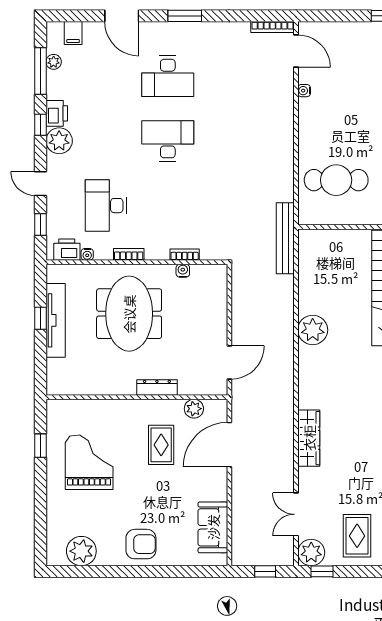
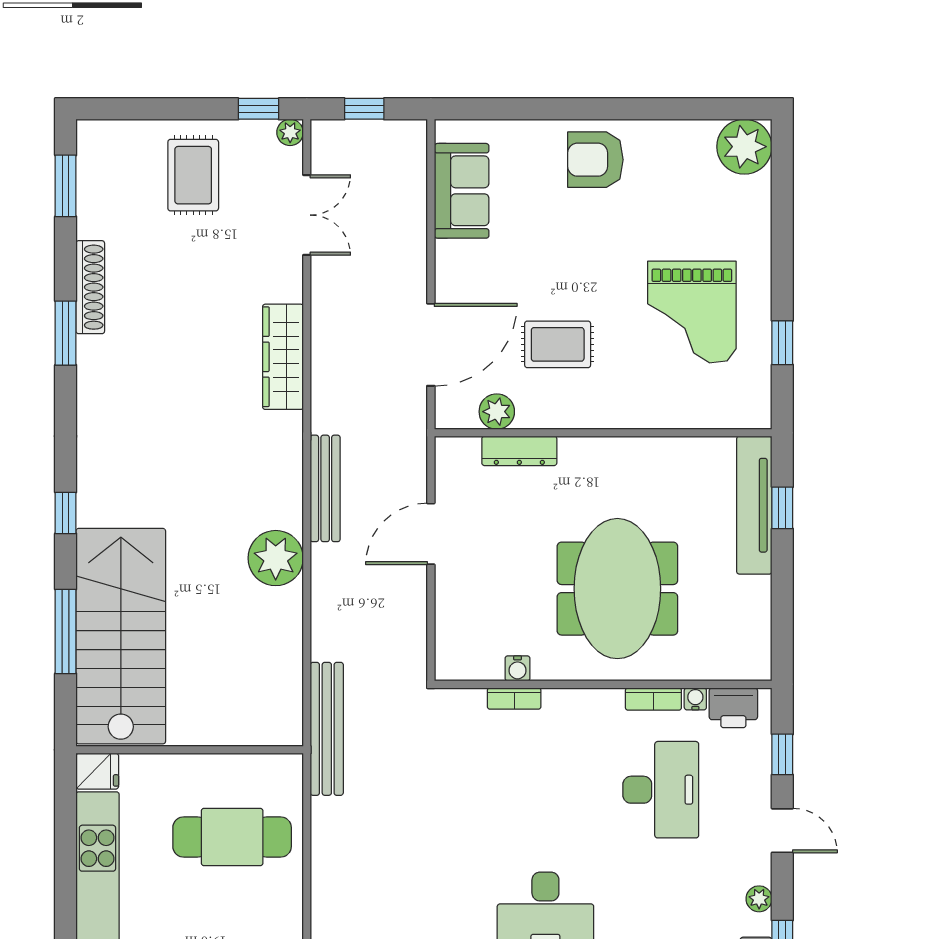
plant: (59, 141) -> (759, 899), width x0.53, depth x0.53
bookcase: (129, 254) -> (653, 699), moved
window: (40, 318) -> (782, 508), moved
tv unit: (56, 320) -> (754, 505), moved
door: (229, 363) -> (431, 534), moved
bench: (286, 367) -> (325, 488), added
dresser: (157, 388) -> (519, 451), moved
rug: (161, 445) -> (558, 344), turned 90
plant: (81, 551) -> (744, 147), moved
plant: (311, 553) -> (290, 132), width x0.53, depth x0.53

